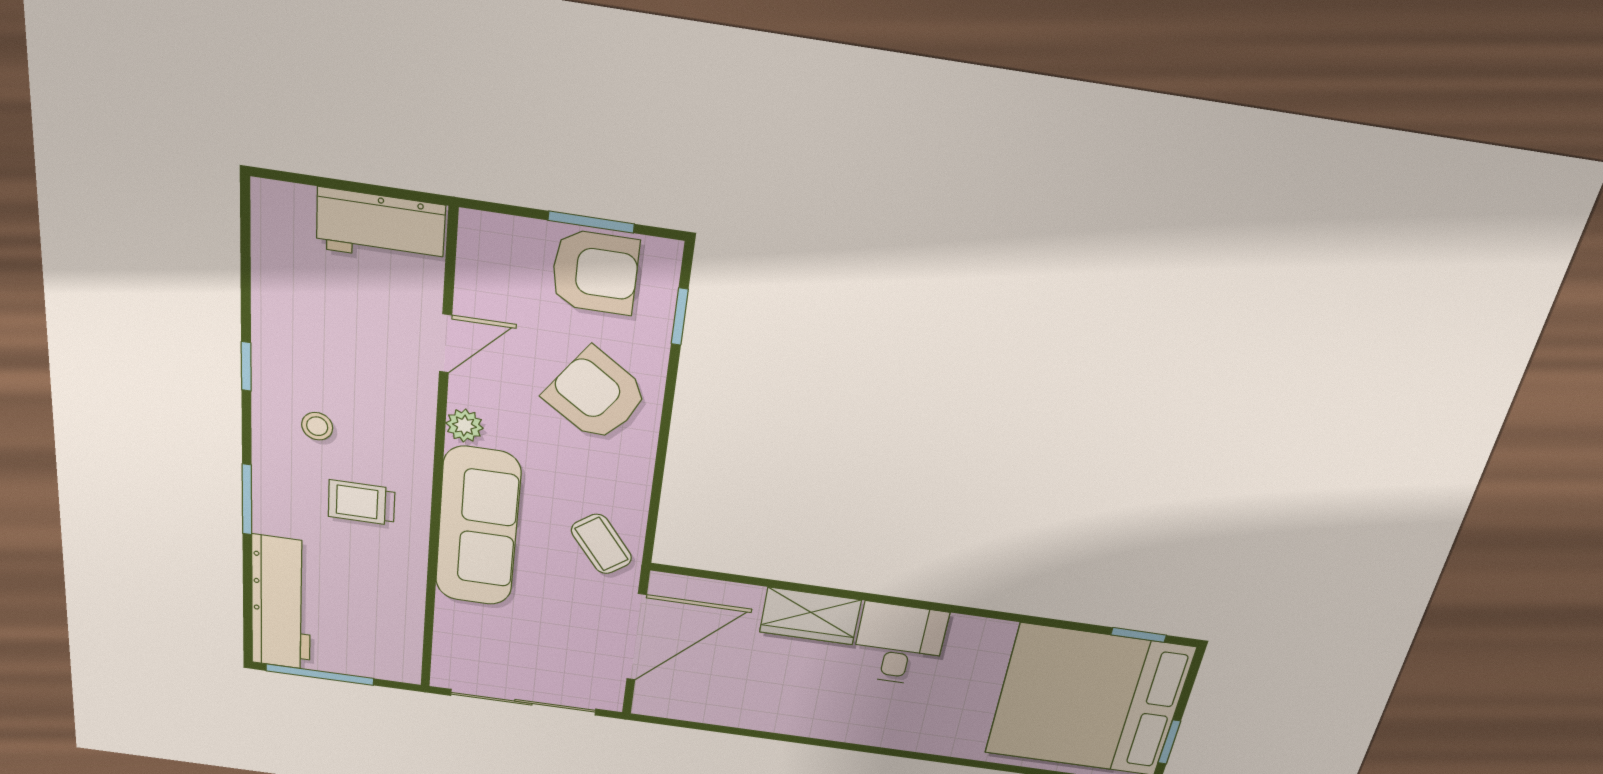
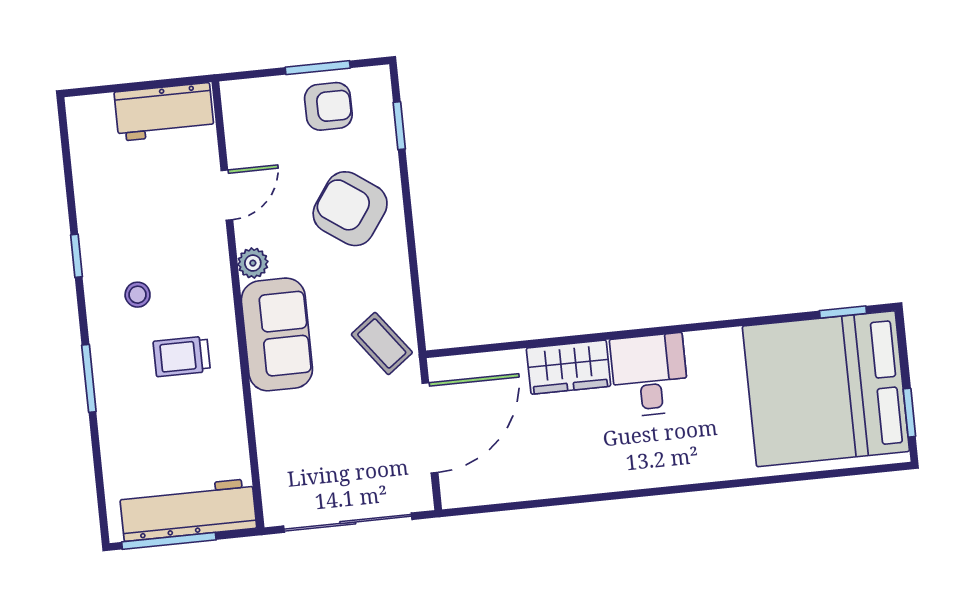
armchair: (595, 272) -> (328, 106), width x0.72, depth x0.72
sofa: (478, 527) -> (277, 334), width x0.73
workbench: (281, 603) -> (188, 510), moved, turned -90

